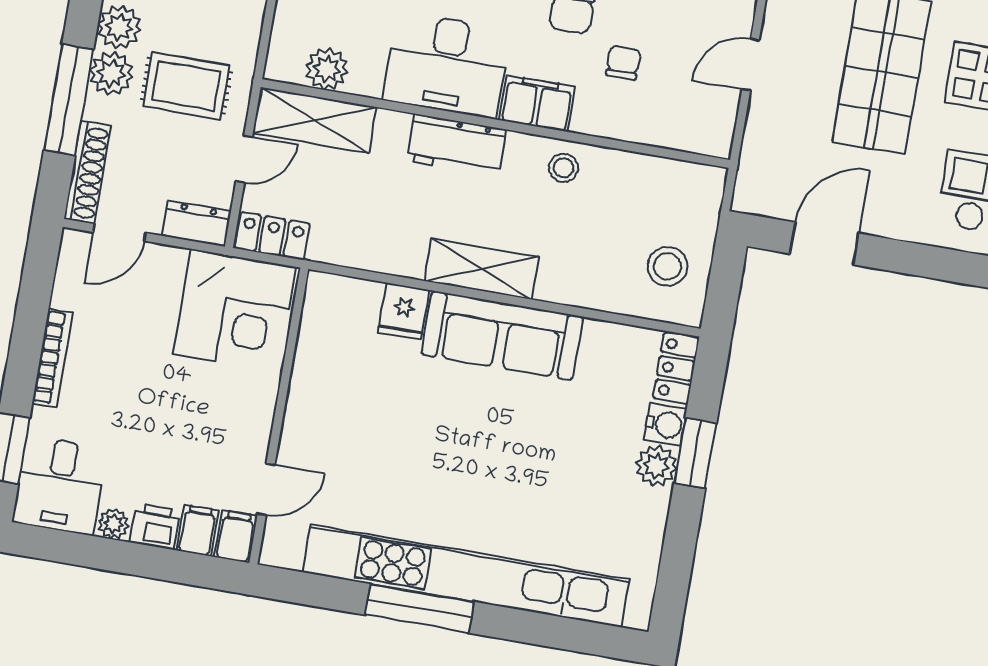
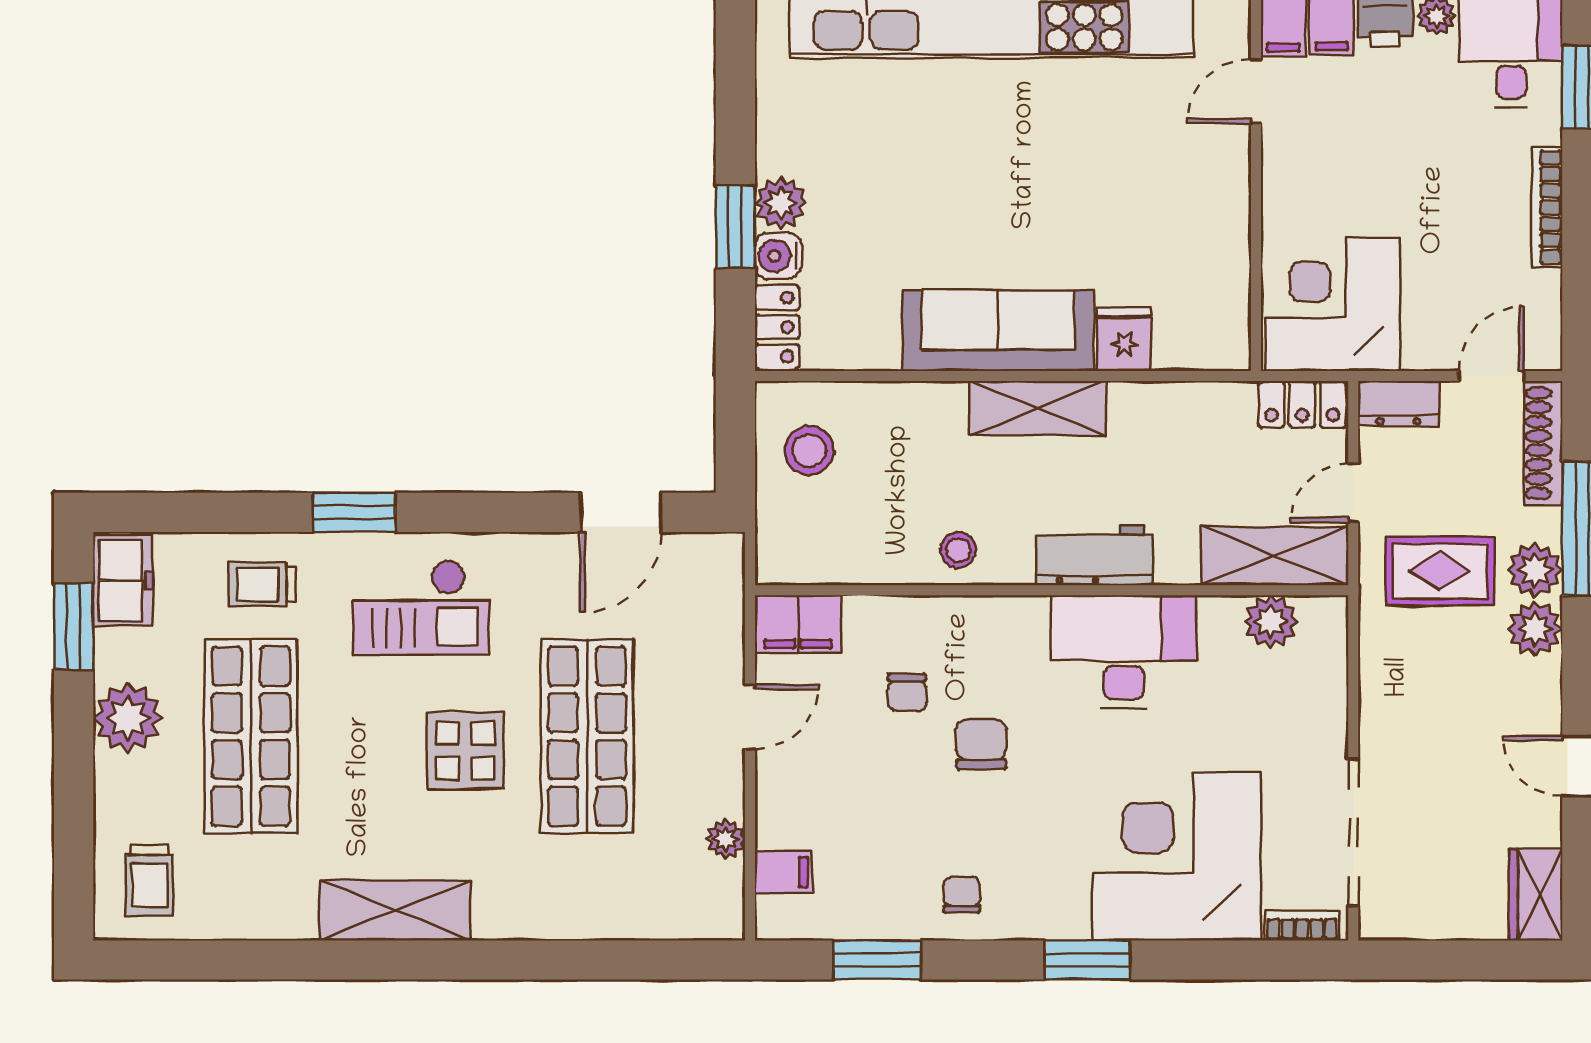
filing cabinet: (537, 103) -> (798, 624), moved

